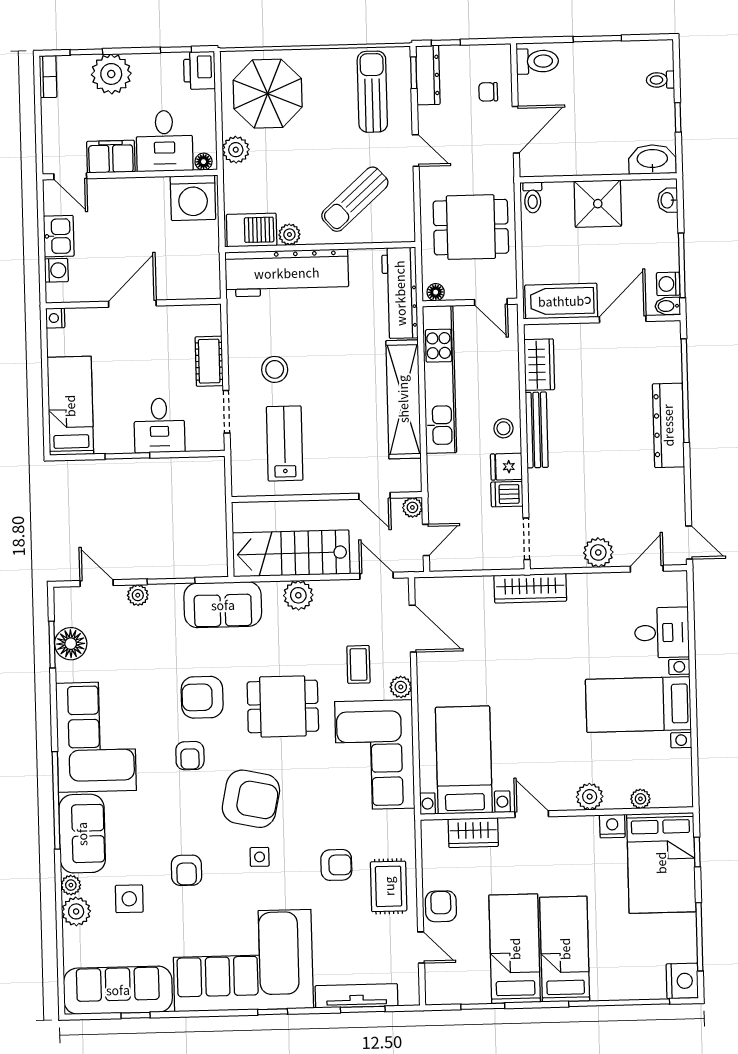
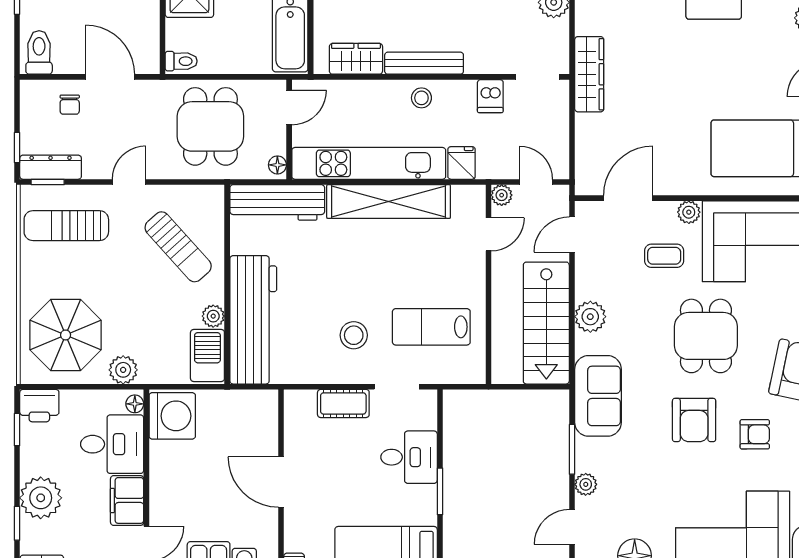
fridge: (506, 467) -> (462, 163), moved, turned 180

